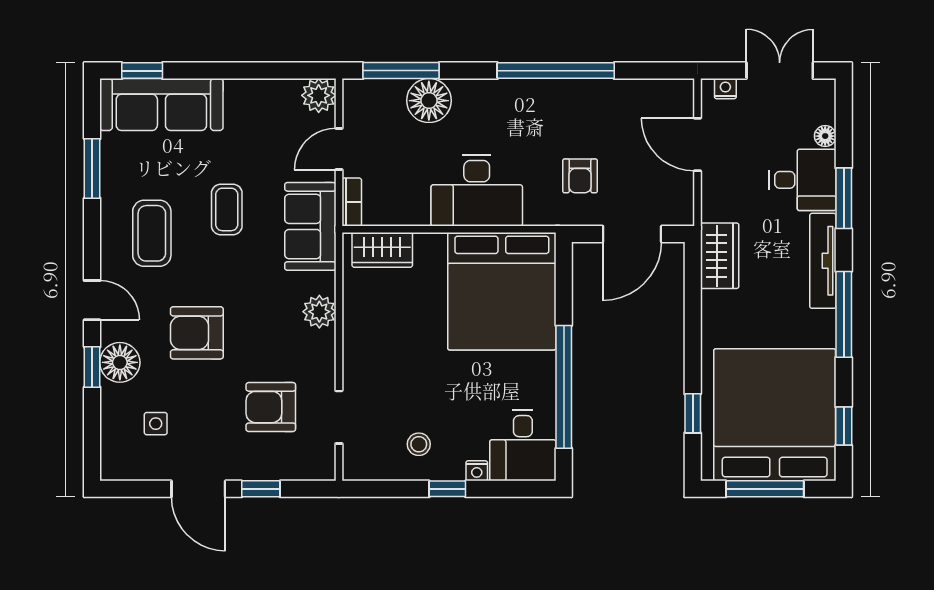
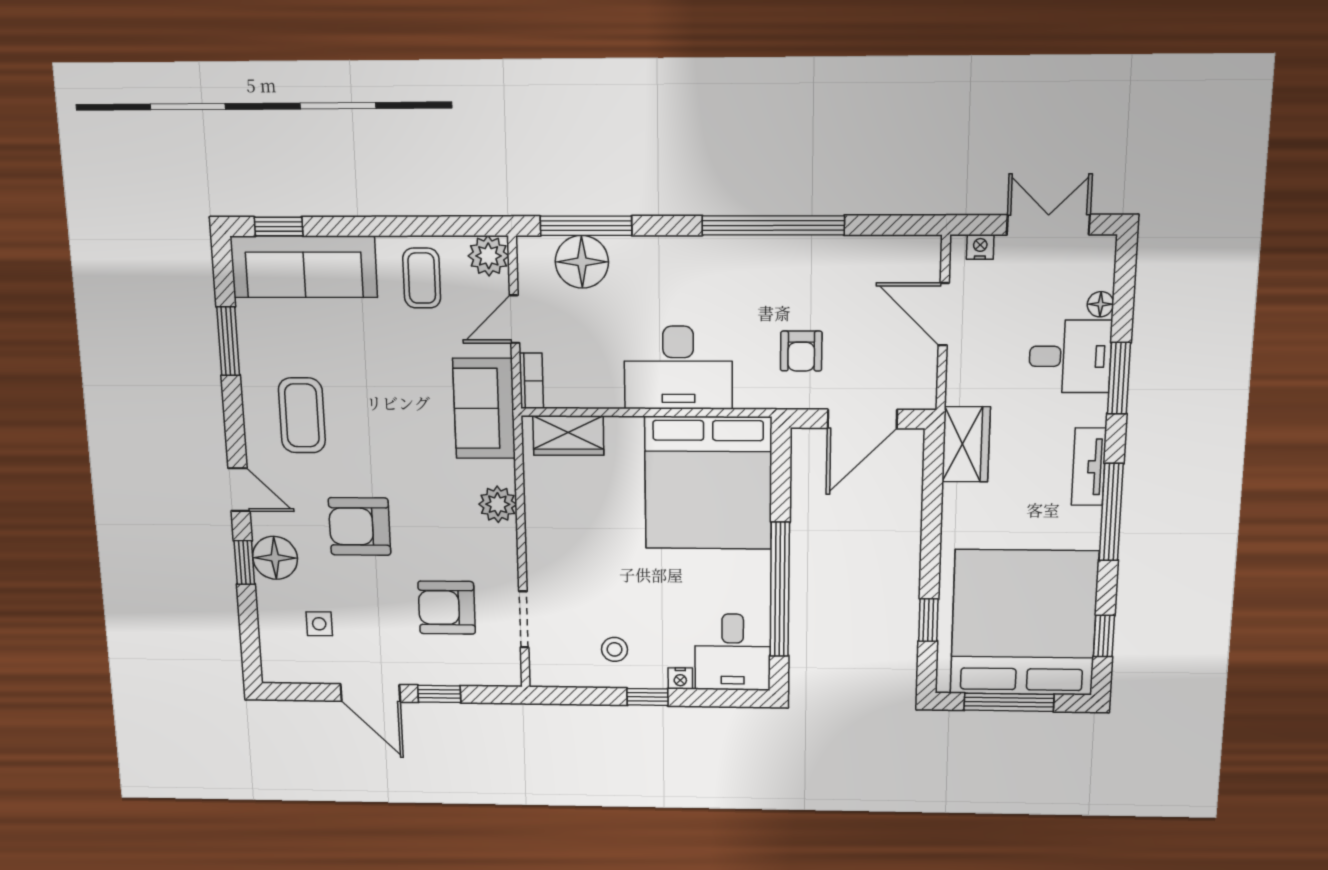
floor lamp: (429, 101) -> (582, 262), moved
coffee table: (227, 209) -> (422, 278), moved
tv unit: (823, 261) -> (1089, 467), width x0.71

